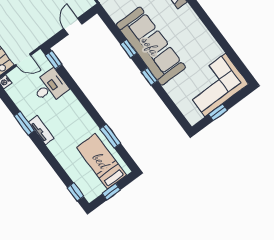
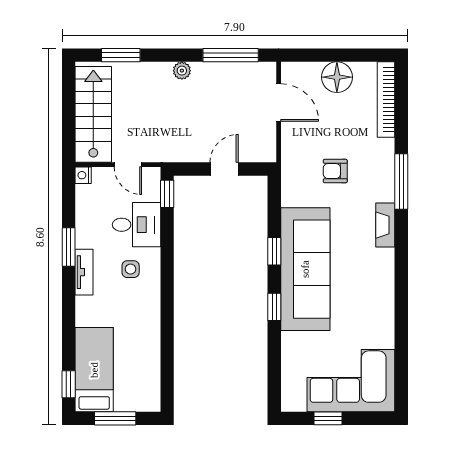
side table: (63, 111) -> (131, 269), added
window: (110, 136) -> (167, 346), removed
bed: (101, 161) -> (94, 370), moved
window: (111, 192) -> (115, 418), width x1.50

